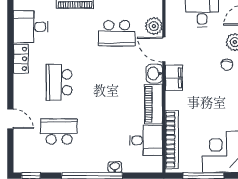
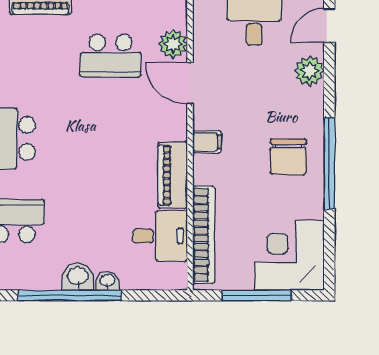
chair: (227, 65) -> (288, 157), moved, width x1.87, depth x1.87
washbasin: (154, 74) -> (78, 277), moved, turned 90
filing cabinet: (174, 78) -> (207, 142), width x0.50

